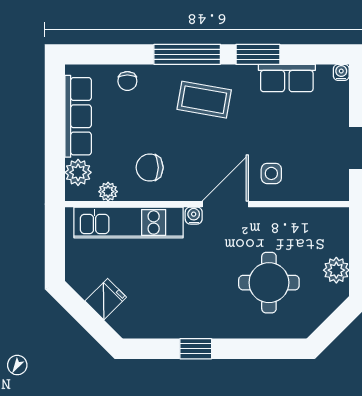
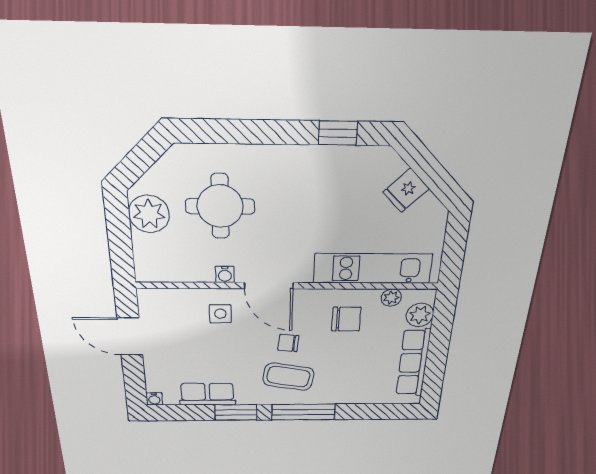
chair: (127, 81) -> (288, 343), moved, turned -85
door: (225, 204) -> (269, 286), hinge flipped
water cooler: (194, 216) -> (225, 275), moved
plant: (336, 270) -> (149, 214), width x1.36, depth x1.36
window: (196, 349) -> (338, 133), moved

